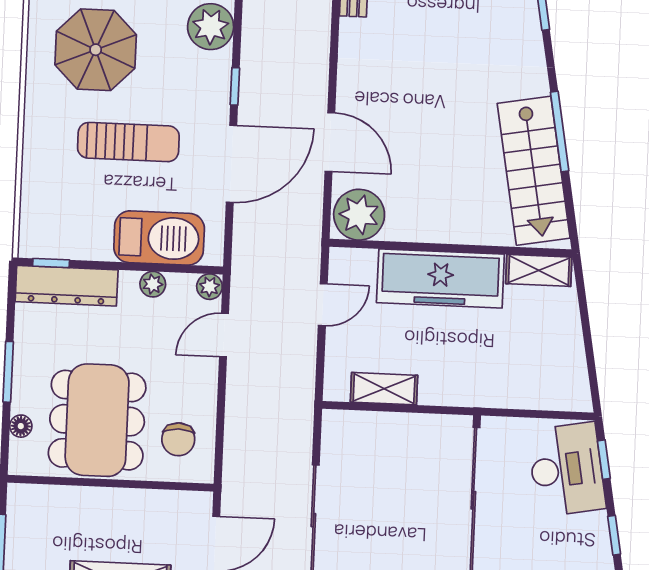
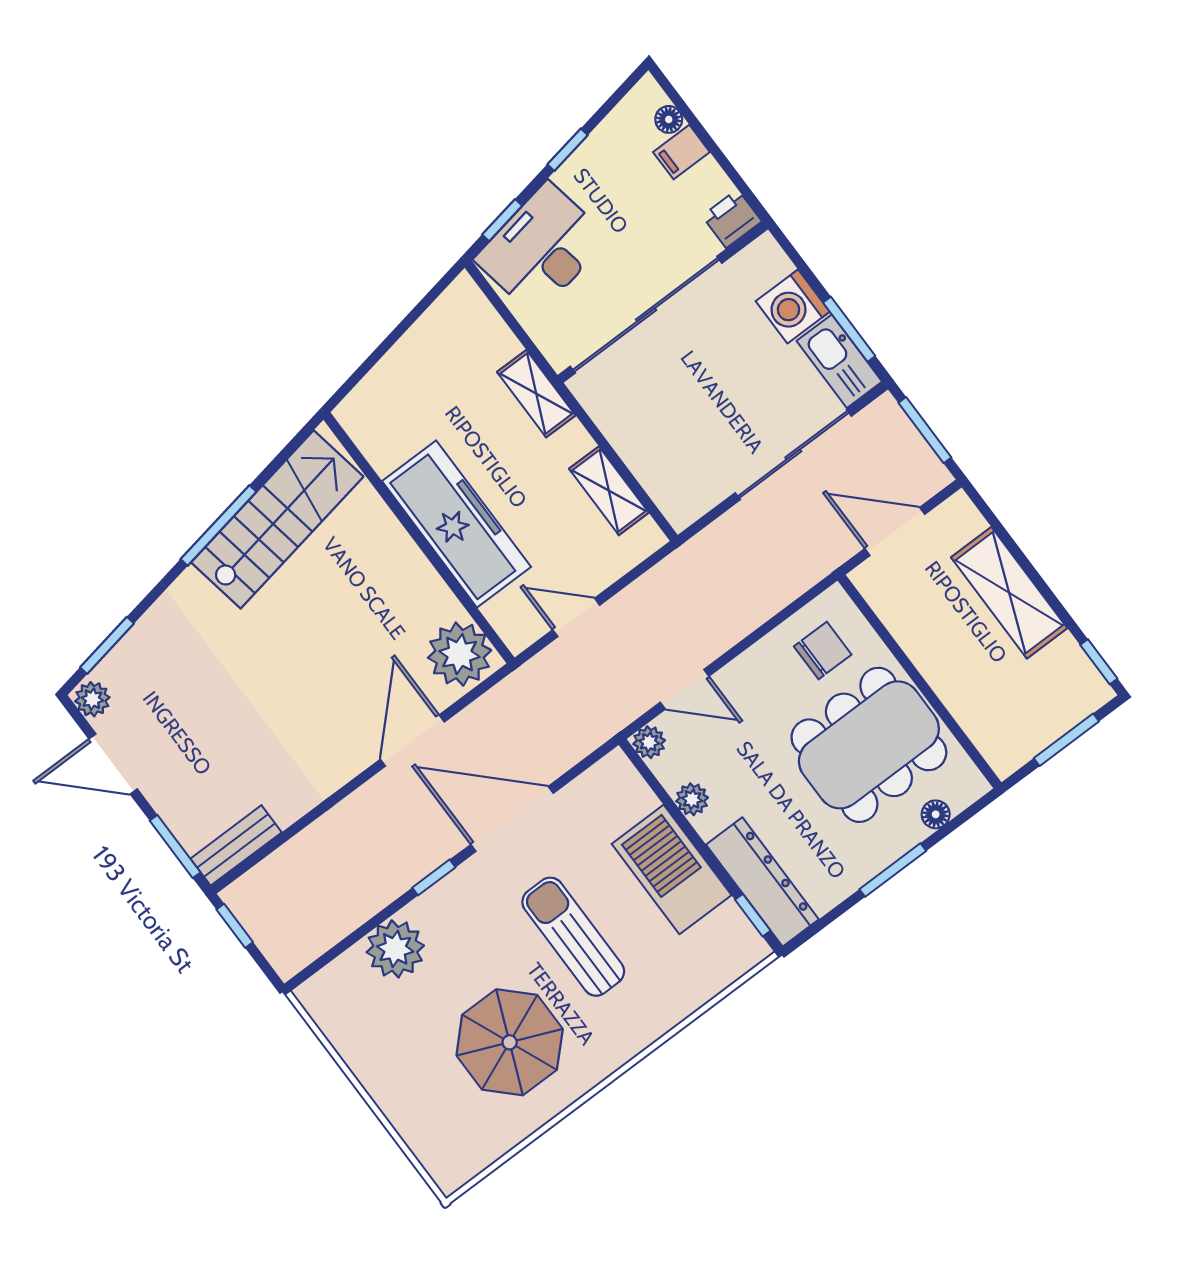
barbecue: (159, 238) -> (672, 870), moved
shelving: (539, 270) -> (536, 394), moved

